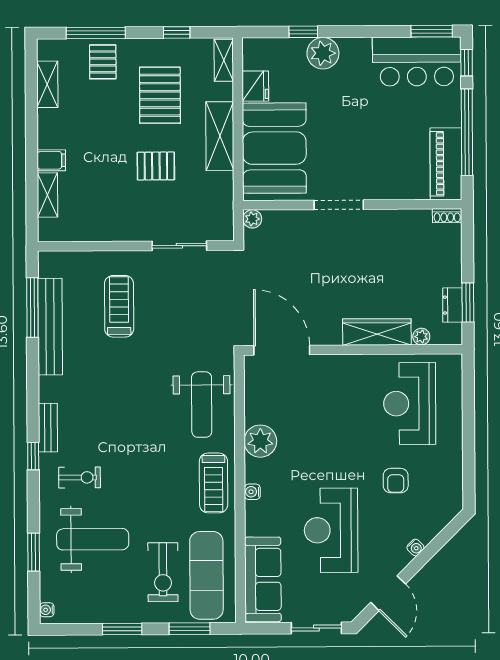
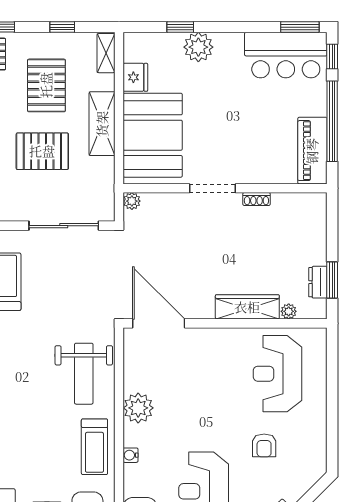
pallet: (156, 166) -> (42, 151), width x1.50, depth x1.42
shoe rack: (447, 216) -> (256, 199), moved
sliding door: (179, 246) -> (64, 226), width x1.37

